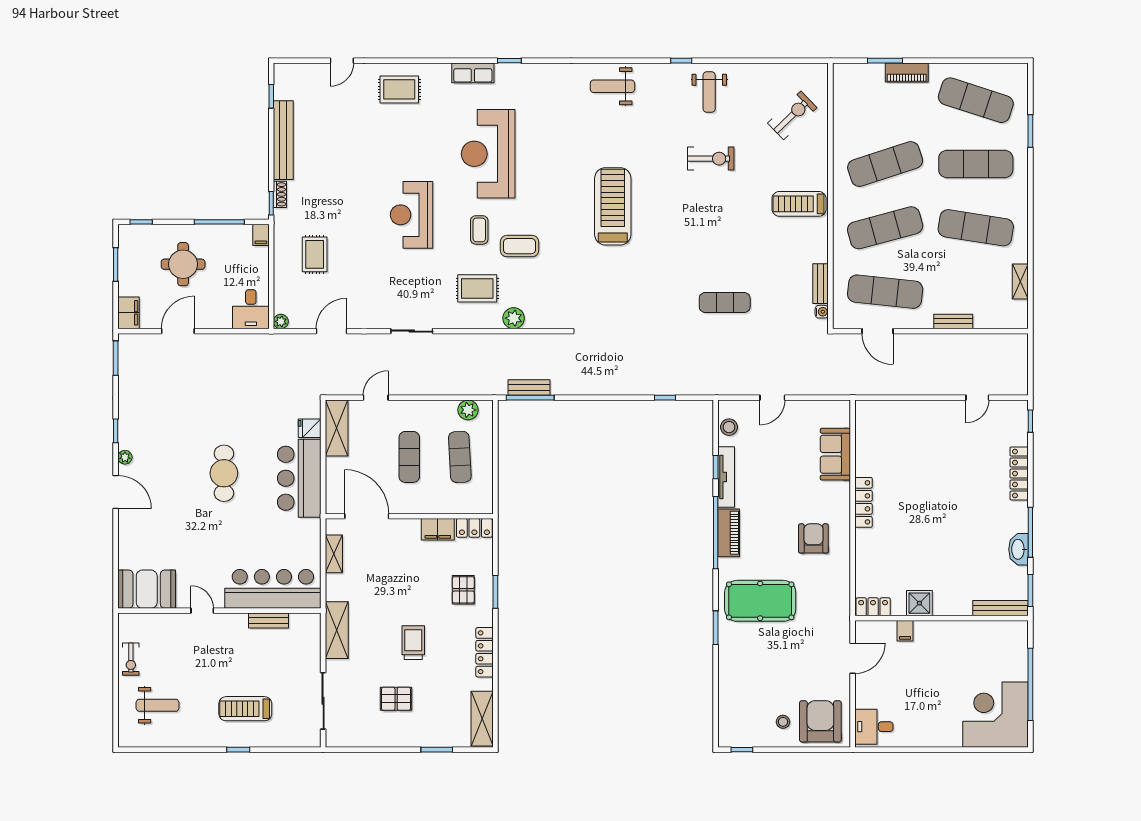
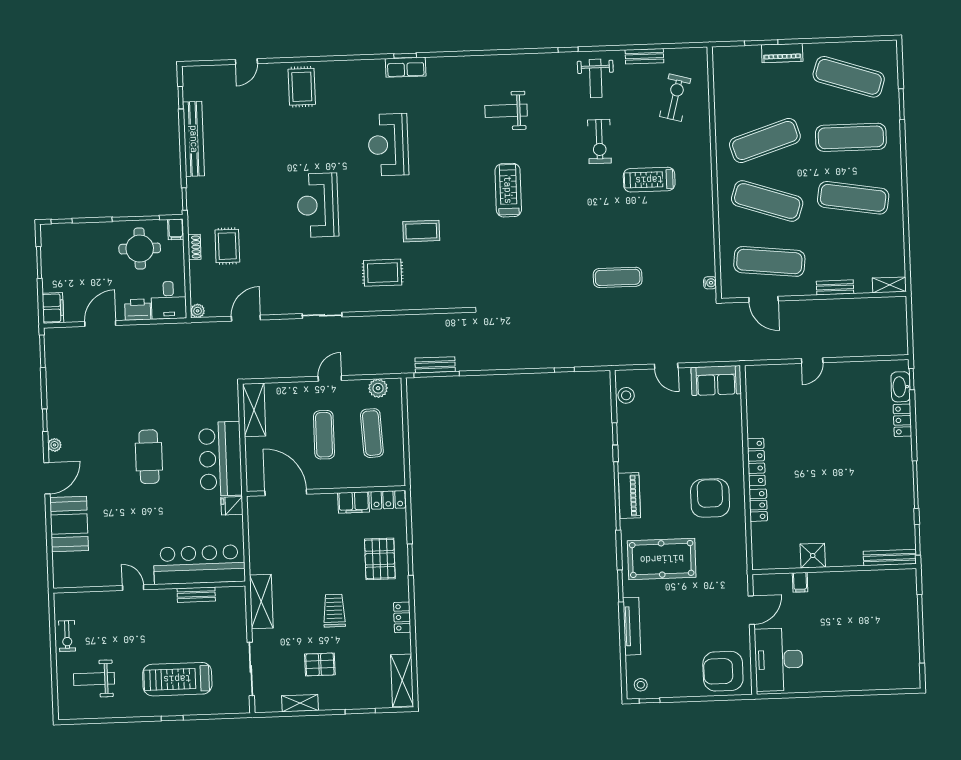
row of seats: (473, 73) -> (406, 67), moved
weight bench: (612, 86) -> (506, 111), moved
rug: (399, 89) -> (302, 87), turned 90
exercise bike: (792, 115) -> (675, 98), turned -31
reception desk: (488, 154) -> (388, 145), width x0.74, depth x0.77
exercise bike: (711, 159) -> (599, 141), turned 90
shoe rack: (280, 194) -> (194, 247), moved
treadmill: (799, 204) -> (649, 180), moved
treadmill: (613, 206) -> (508, 190), width x0.73, depth x0.73
exercise mat: (885, 228) -> (767, 201), turned 33
coffee table: (479, 230) -> (382, 217), removed
round table: (183, 264) -> (140, 249), moved
shelving: (1020, 282) -> (889, 285), moved, turned 90
bench: (821, 284) -> (644, 56), moved, turned 90
printer: (218, 318) -> (138, 310), added
plant: (514, 318) -> (418, 300), removed
door: (376, 398) -> (330, 378), moved
door: (772, 398) -> (666, 366), hinge flipped
door: (977, 398) -> (812, 361), moved
fridge: (310, 428) -> (232, 506), moved
sofa: (835, 454) -> (716, 381), moved, turned -90
locker: (1019, 474) -> (902, 420), width x0.66
tv unit: (726, 477) -> (632, 626), moved
door: (116, 492) -> (47, 478), hinge flipped
armchair: (813, 538) -> (710, 498), width x1.36, depth x1.36
washbasin: (1018, 549) -> (901, 387), moved
shelving: (334, 554) -> (300, 703), moved, turned 90
booth: (147, 589) -> (69, 524), moved, turned 90
pallet: (463, 590) -> (380, 559), width x1.50, depth x1.42
locker: (873, 607) -> (758, 505), moved, turned 90
locker: (485, 652) -> (402, 617), width x0.66
weight bench: (158, 705) -> (94, 679), turned 180
treadmill: (245, 709) -> (177, 679), width x1.37, depth x1.38
corner desk: (995, 715) -> (889, 659), removed
armchair: (820, 721) -> (723, 671), turned -90
stool: (783, 722) -> (641, 685), moved
desk: (874, 727) -> (779, 660), width x1.87, depth x1.30

